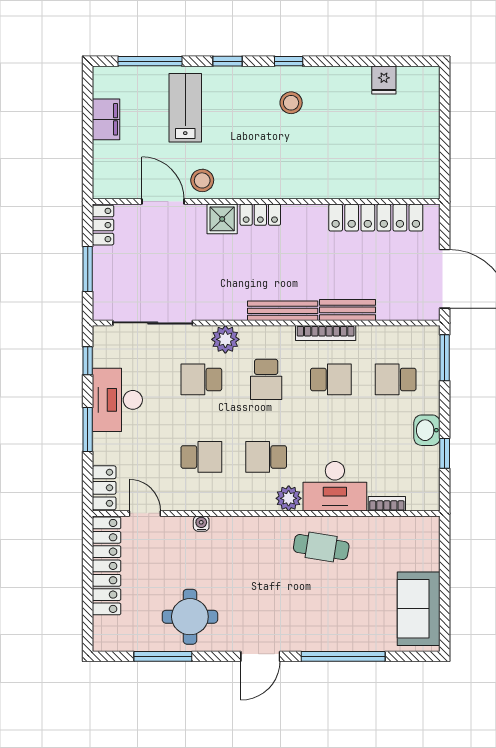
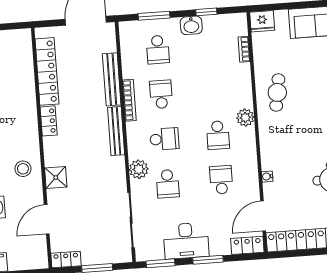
stool: (202, 180) -> (23, 169), moved
locker: (260, 215) -> (49, 121), moved
bench: (347, 310) -> (112, 79), width x1.36
window: (445, 358) -> (154, 16), moved
window: (88, 361) -> (160, 263), width x1.50
desk: (335, 486) -> (235, 86), removed
door: (145, 513) -> (263, 216), width x1.38
fridge: (425, 533) -> (262, 21), added

